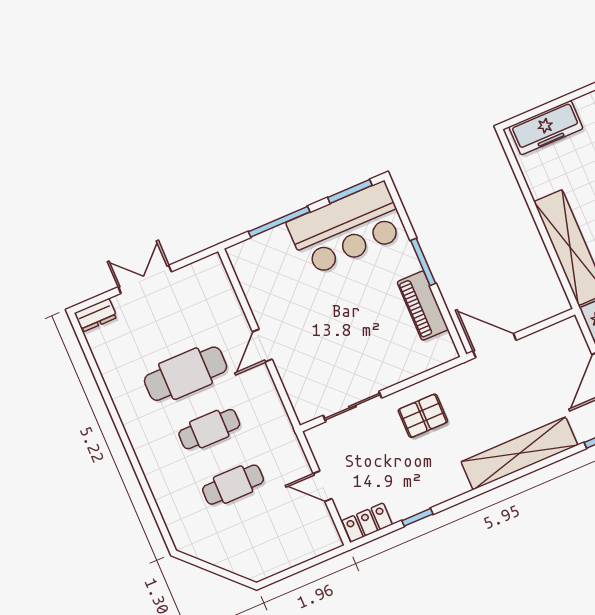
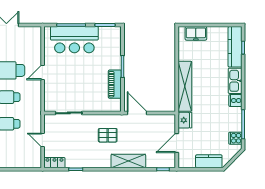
freezer: (546, 128) -> (196, 33), width x0.71
bar counter: (347, 229) -> (74, 40), moved
pallet: (423, 416) -> (108, 135), moved
shelving: (519, 453) -> (128, 161), width x0.68

